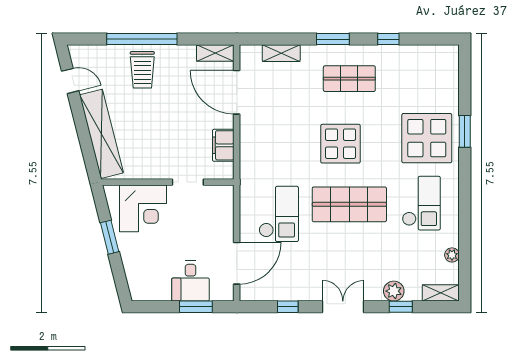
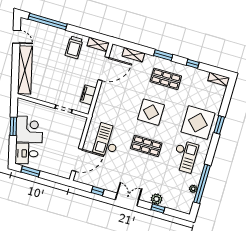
window: (142, 39) -> (48, 22), moved
trolley: (142, 70) -> (74, 47), moved
door: (237, 92) -> (104, 69), swing flipped
shop shelf: (349, 204) -> (146, 146), width x0.70, depth x0.74
corner desk: (143, 208) -> (29, 129), moved, turned -104
checkout: (279, 214) -> (107, 140), turned 180
window: (465, 242) -> (202, 184), added
desk: (190, 281) -> (27, 153), moved, turned 76
shelving: (441, 293) -> (219, 79), moved
window: (196, 307) -> (30, 171), moved

